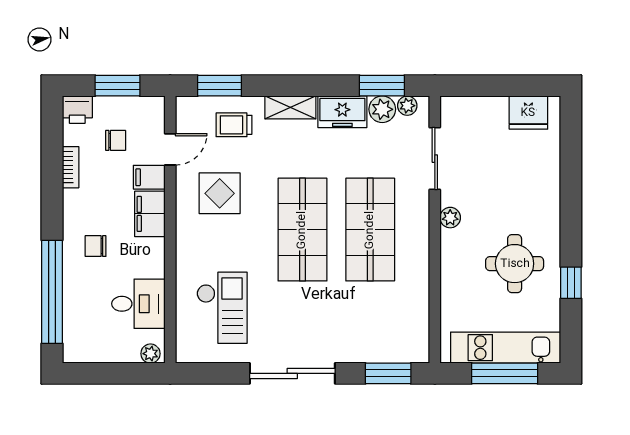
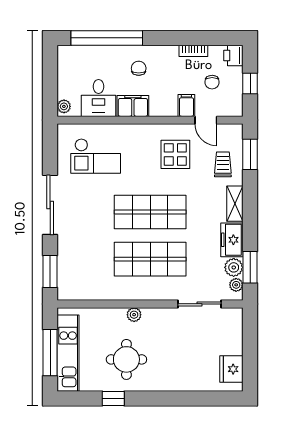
window: (117, 86) -> (250, 83), width x0.67
filing cabinet: (150, 214) -> (133, 106), moved
plant: (450, 218) -> (134, 315), moved

